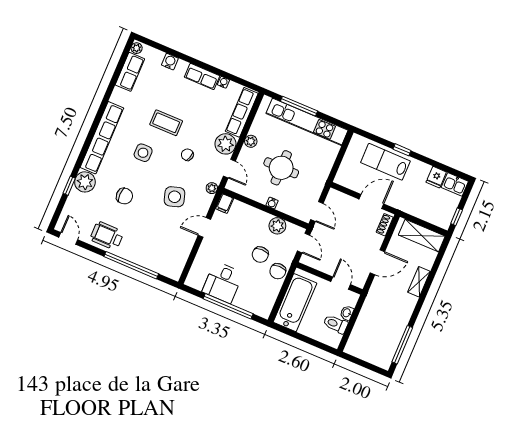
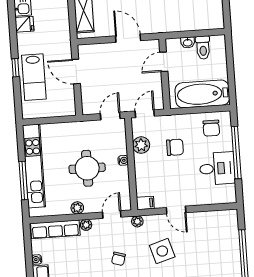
plant: (225, 144) -> (86, 225), width x0.53, depth x0.53
shoe rack: (385, 225) -> (91, 49), removed
chair: (278, 271) -> (211, 128), moved, turned 90

